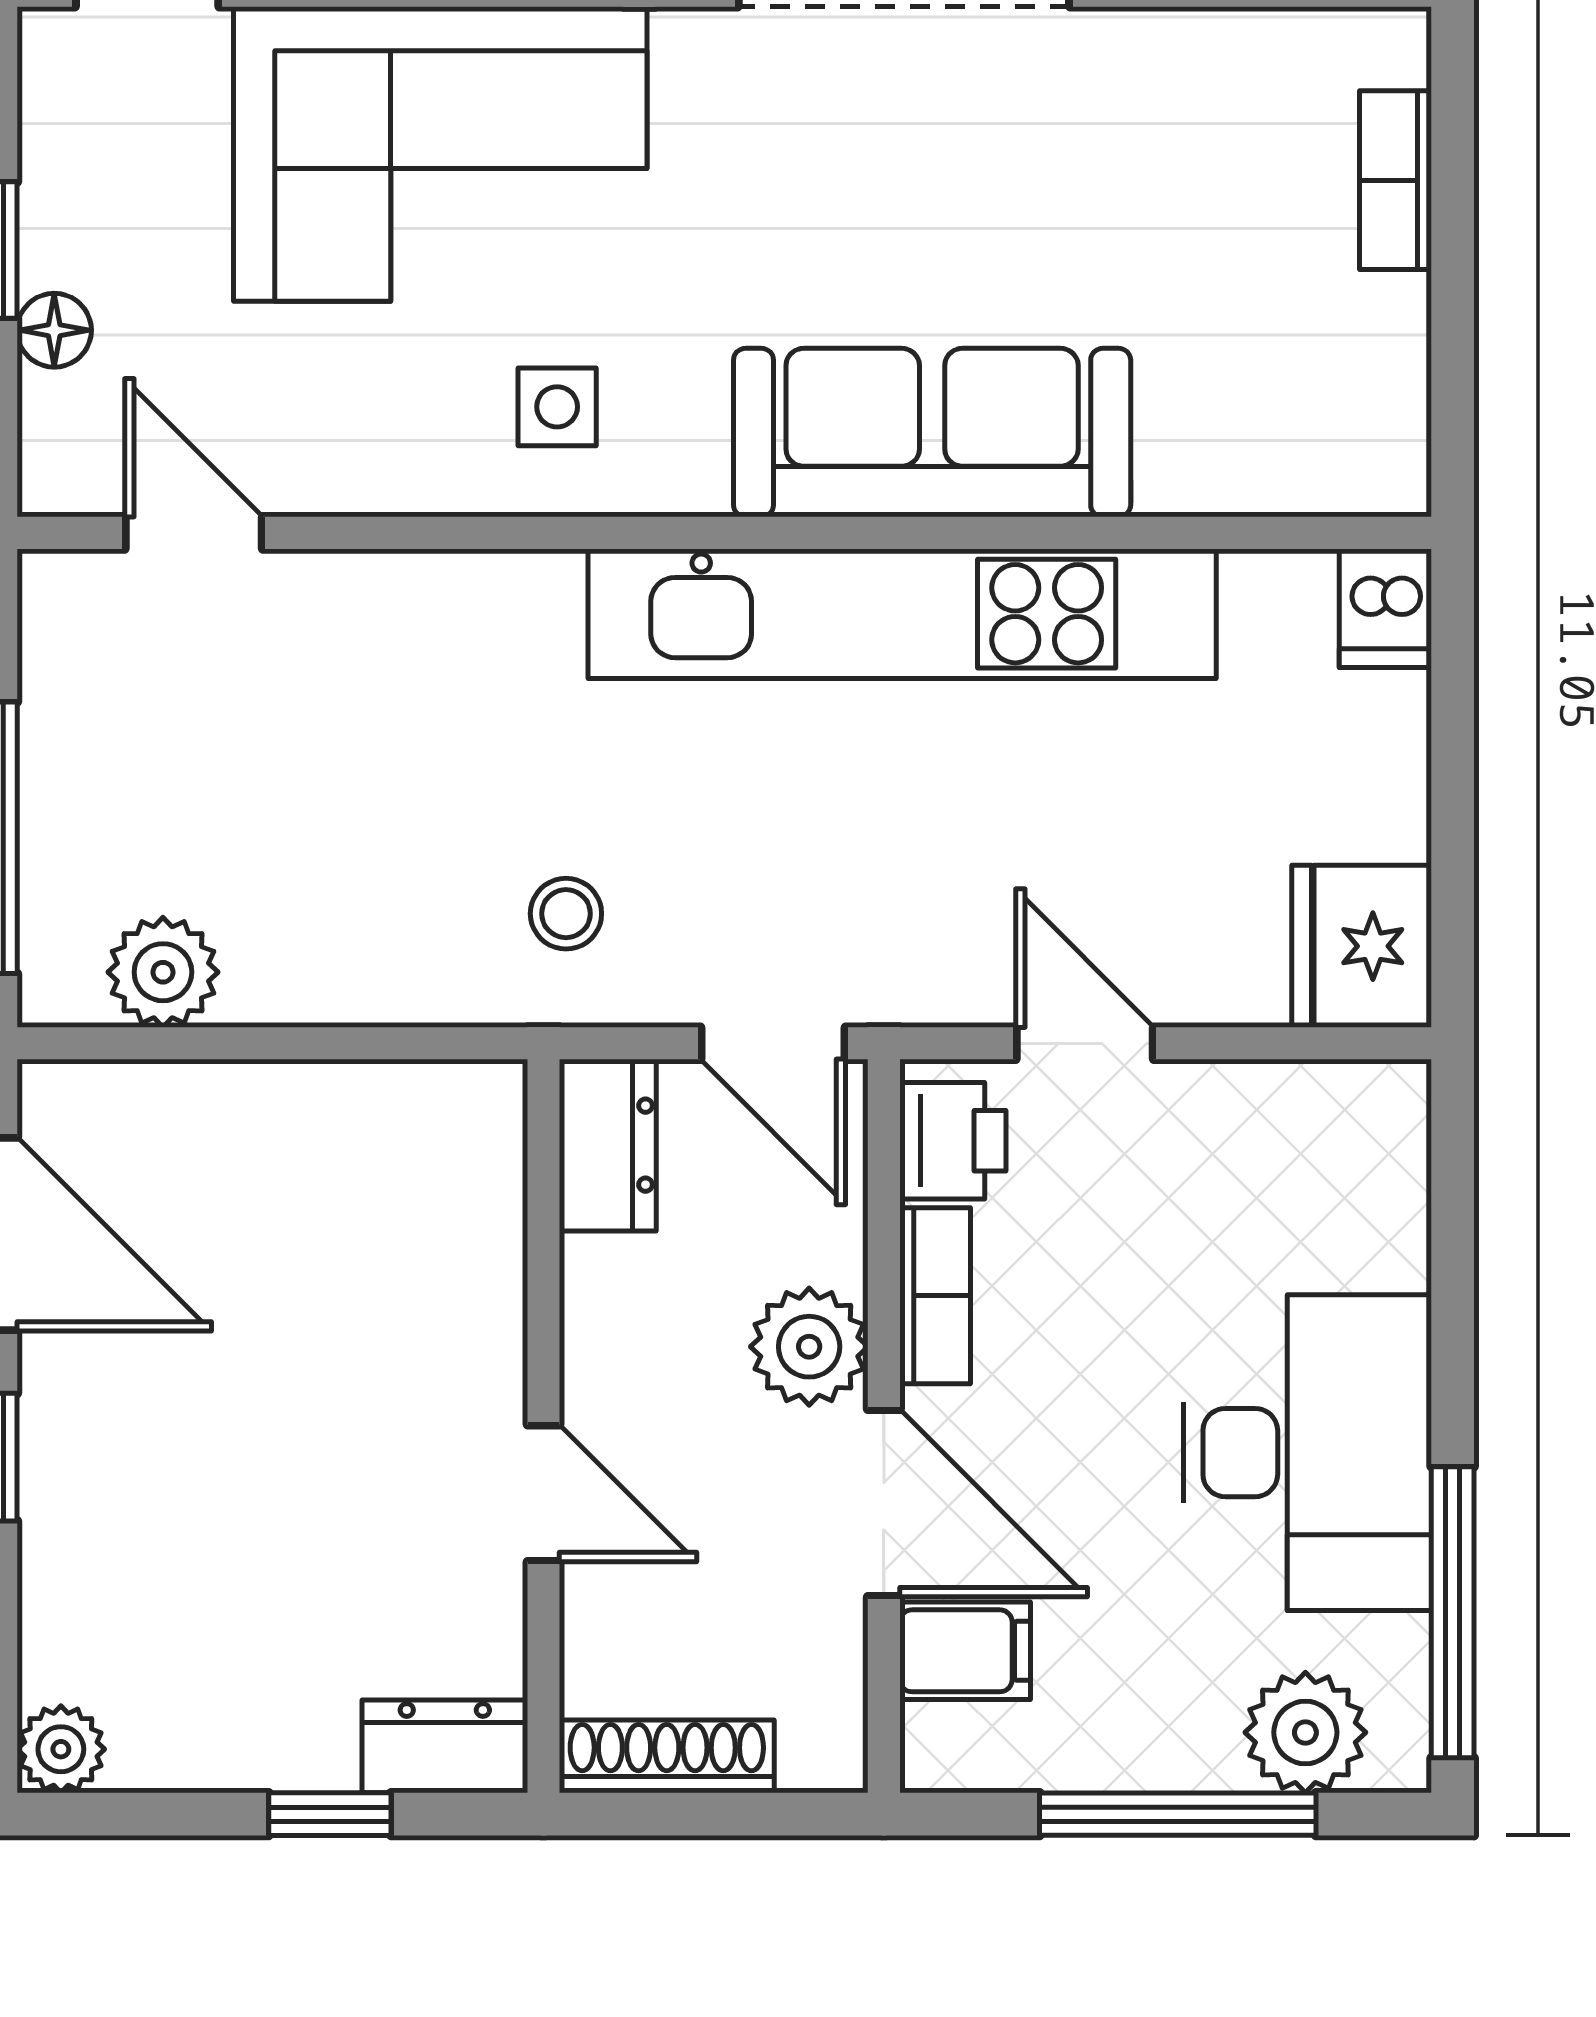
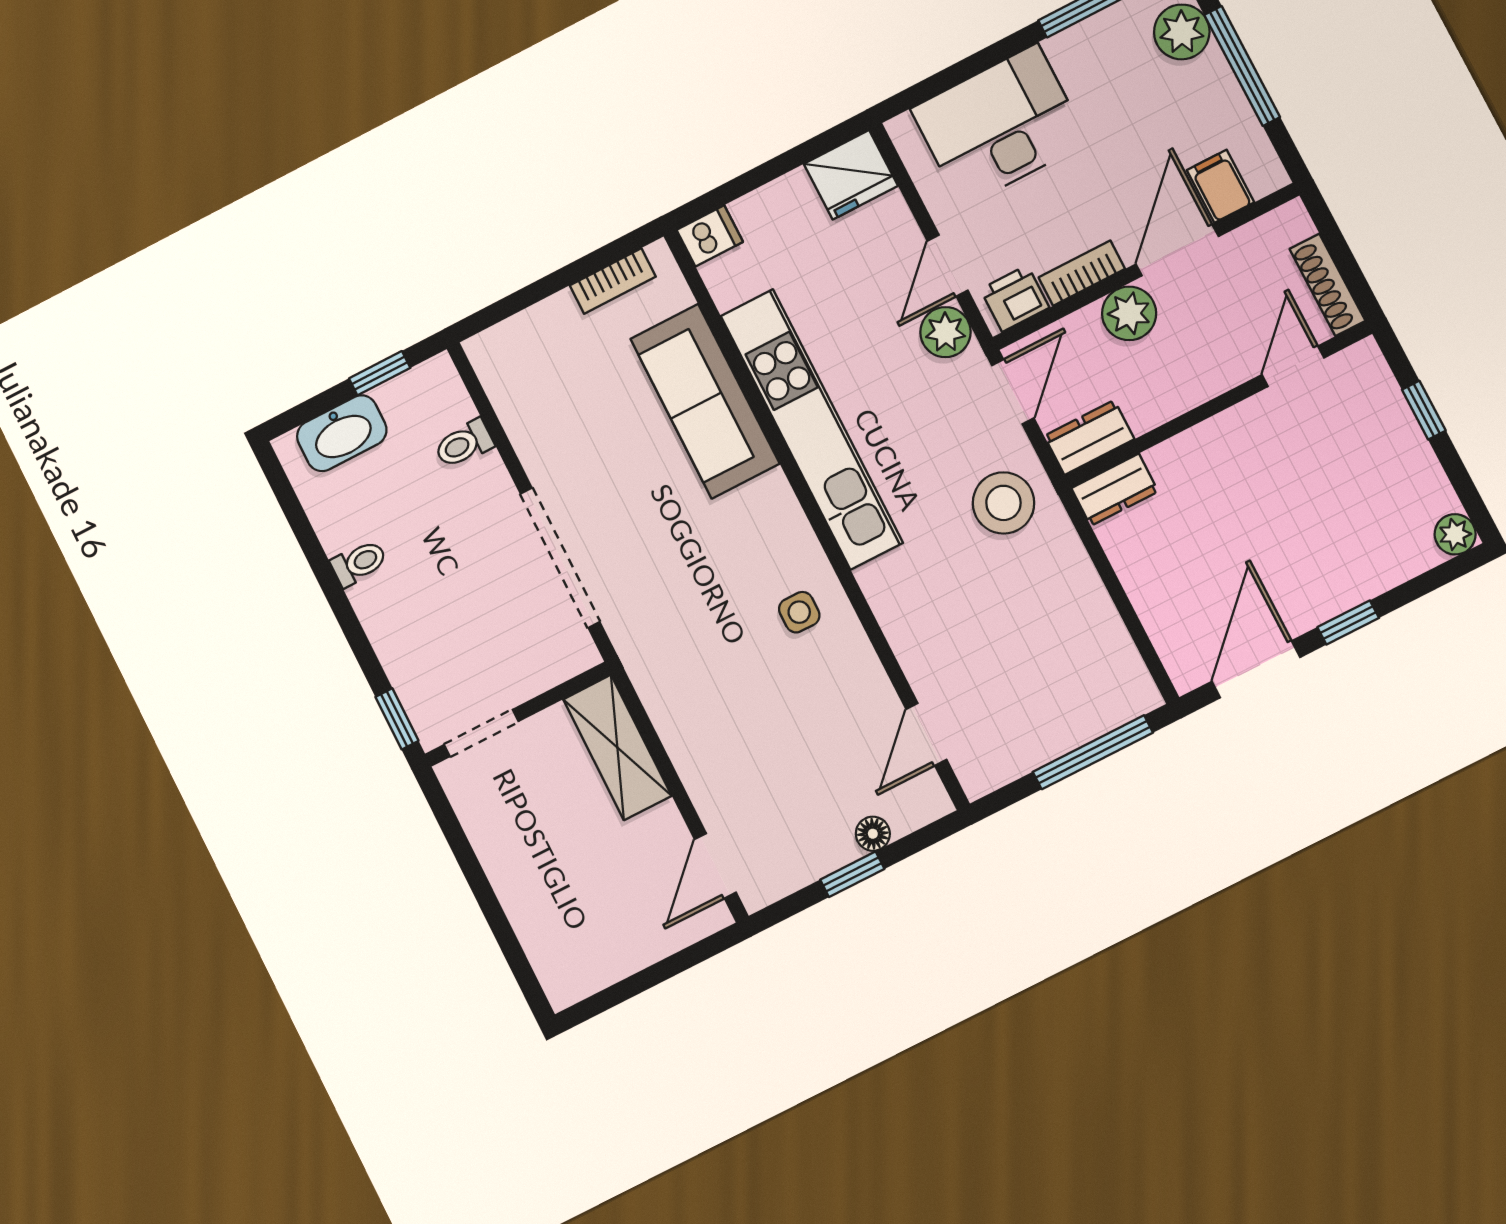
corner sofa: (440, 154) -> (721, 712), removed
bookcase: (1396, 180) -> (613, 281), moved
sofa: (932, 433) -> (705, 401), moved
stool: (566, 914) -> (1003, 503), width x1.89, depth x1.89
plant: (163, 972) -> (945, 332), moved
desk: (1307, 1453) -> (999, 125), moved
door: (544, 1493) -> (1293, 366), moved
dresser: (445, 1746) -> (1115, 490), moved, turned -90

